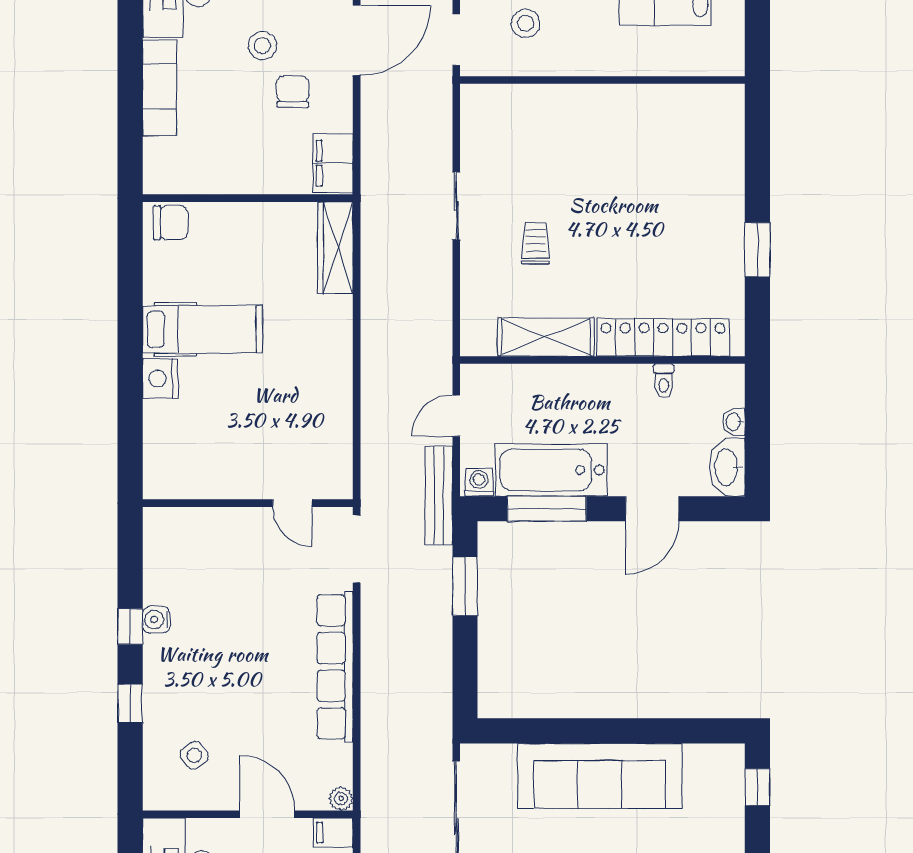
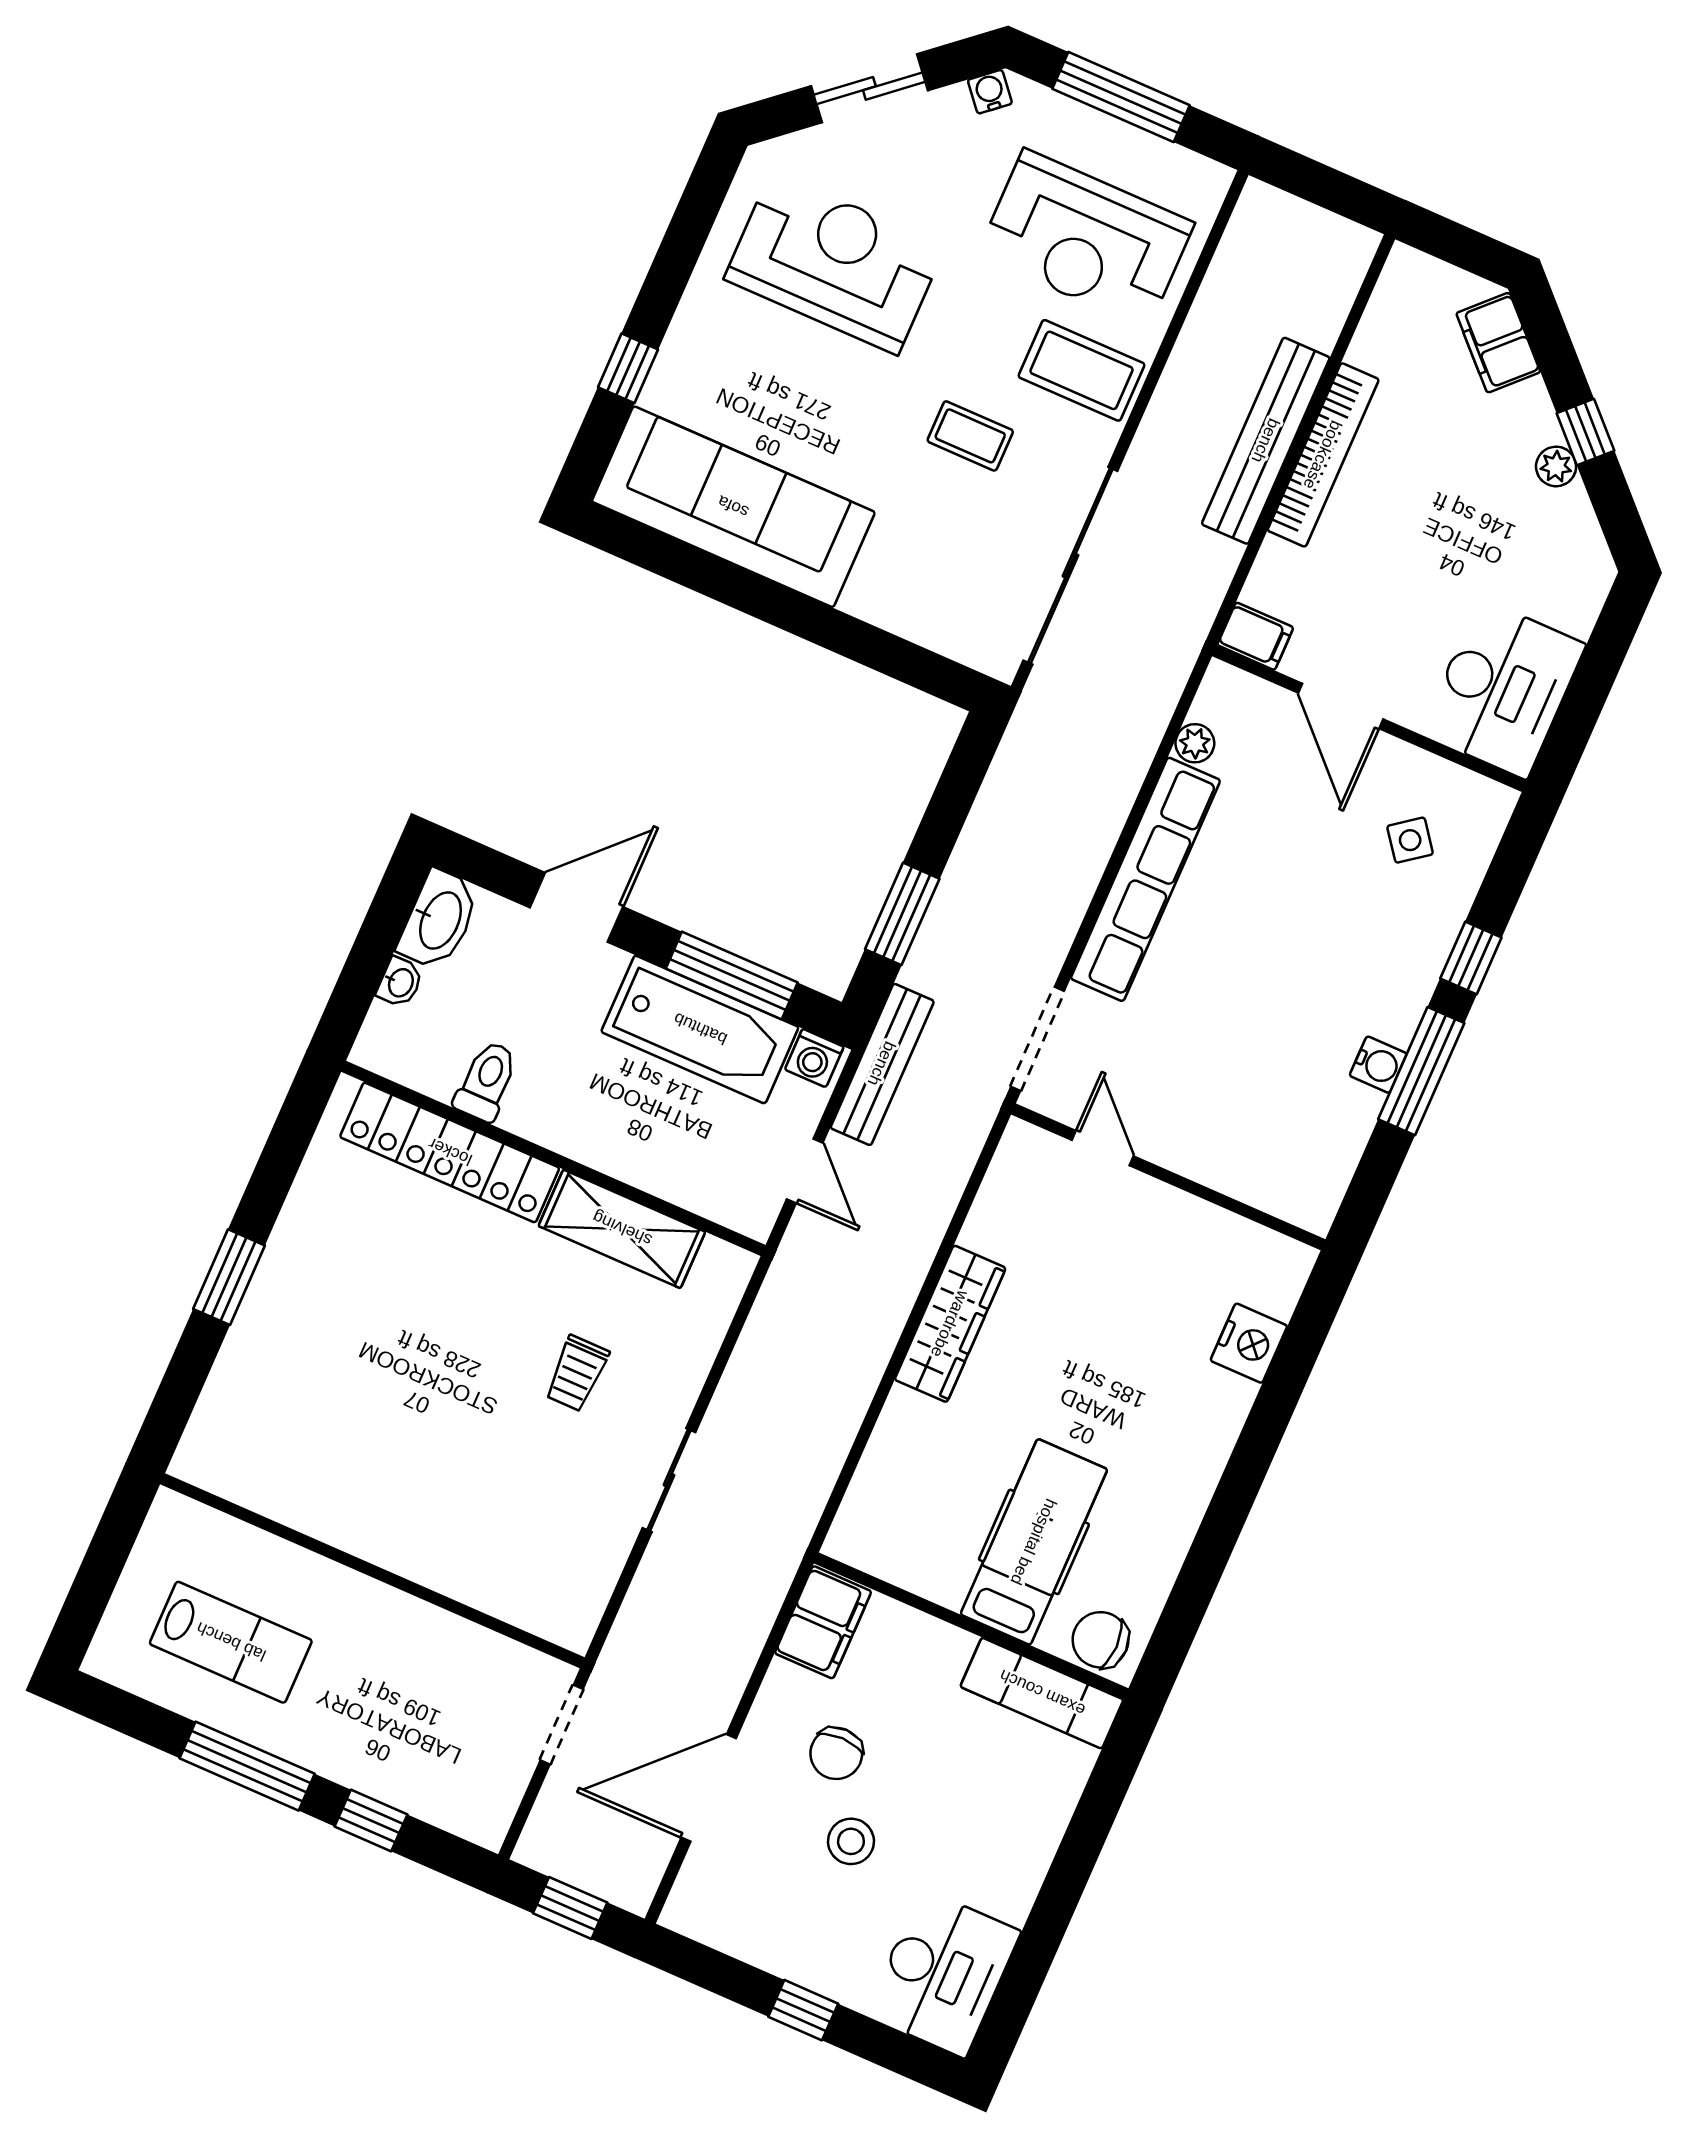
stool: (526, 23) -> (449, 1704), removed
exam couch: (159, 88) -> (1042, 1693), moved, turned -90
wardrobe: (335, 248) -> (950, 1324), moved
window: (757, 250) -> (229, 1277), moved
hospital bed: (202, 329) -> (1034, 1542), moved, turned 90
nightstand: (160, 379) -> (1249, 1343), moved
toilet: (664, 381) -> (486, 1081), width x1.37, depth x1.39
door: (456, 416) -> (805, 1171), hinge flipped
window: (130, 627) -> (1421, 1071), width x2.17
sofa: (600, 776) -> (733, 507), moved
window: (757, 787) -> (628, 368), moved
plant: (341, 799) -> (1195, 743), moved

